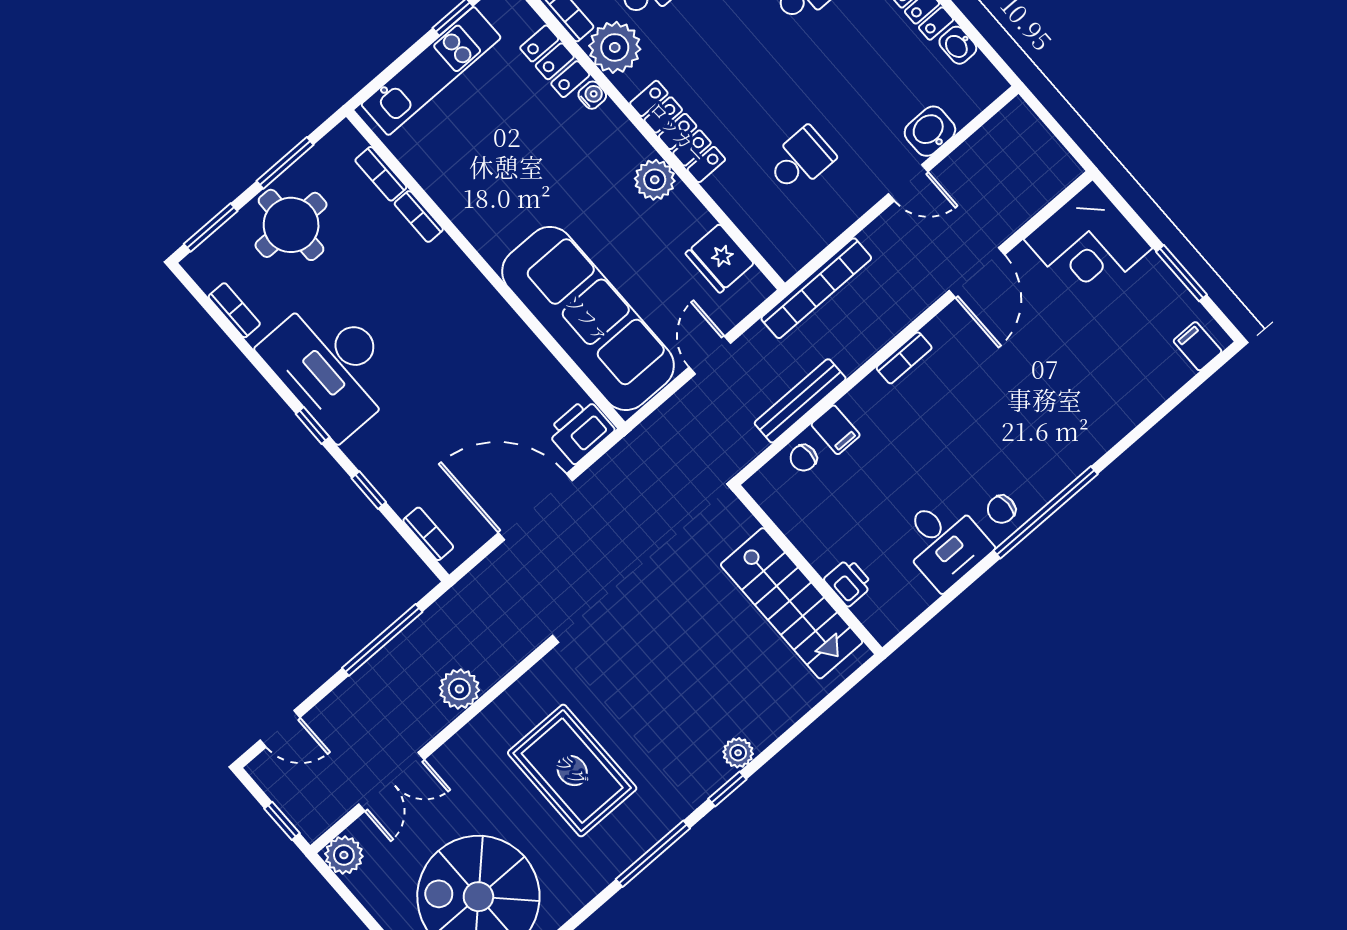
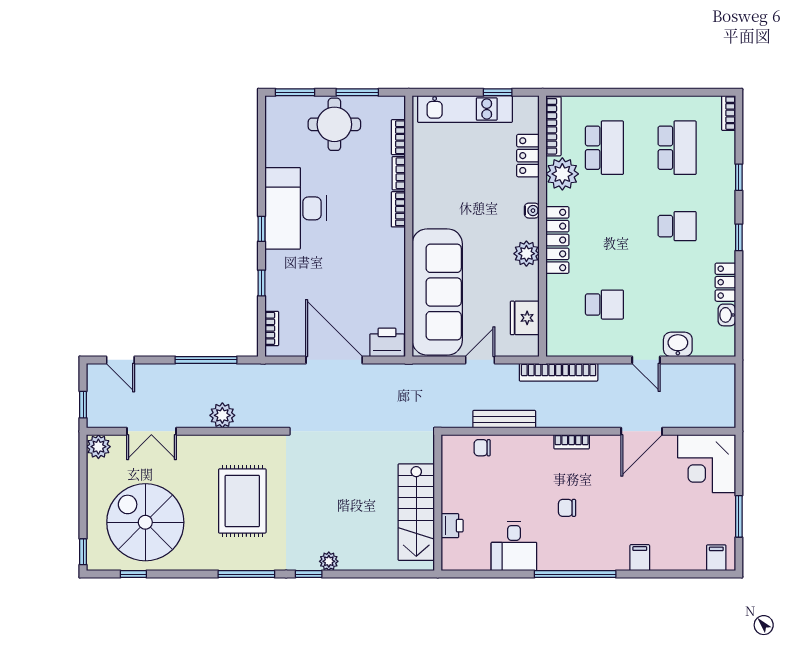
water cooler: (592, 95) -> (532, 211), moved
bookcase: (234, 310) -> (398, 209), moved, turned 180
filing cabinet: (836, 430) -> (640, 558), moved, turned 180
chair: (1001, 509) -> (567, 508), moved

